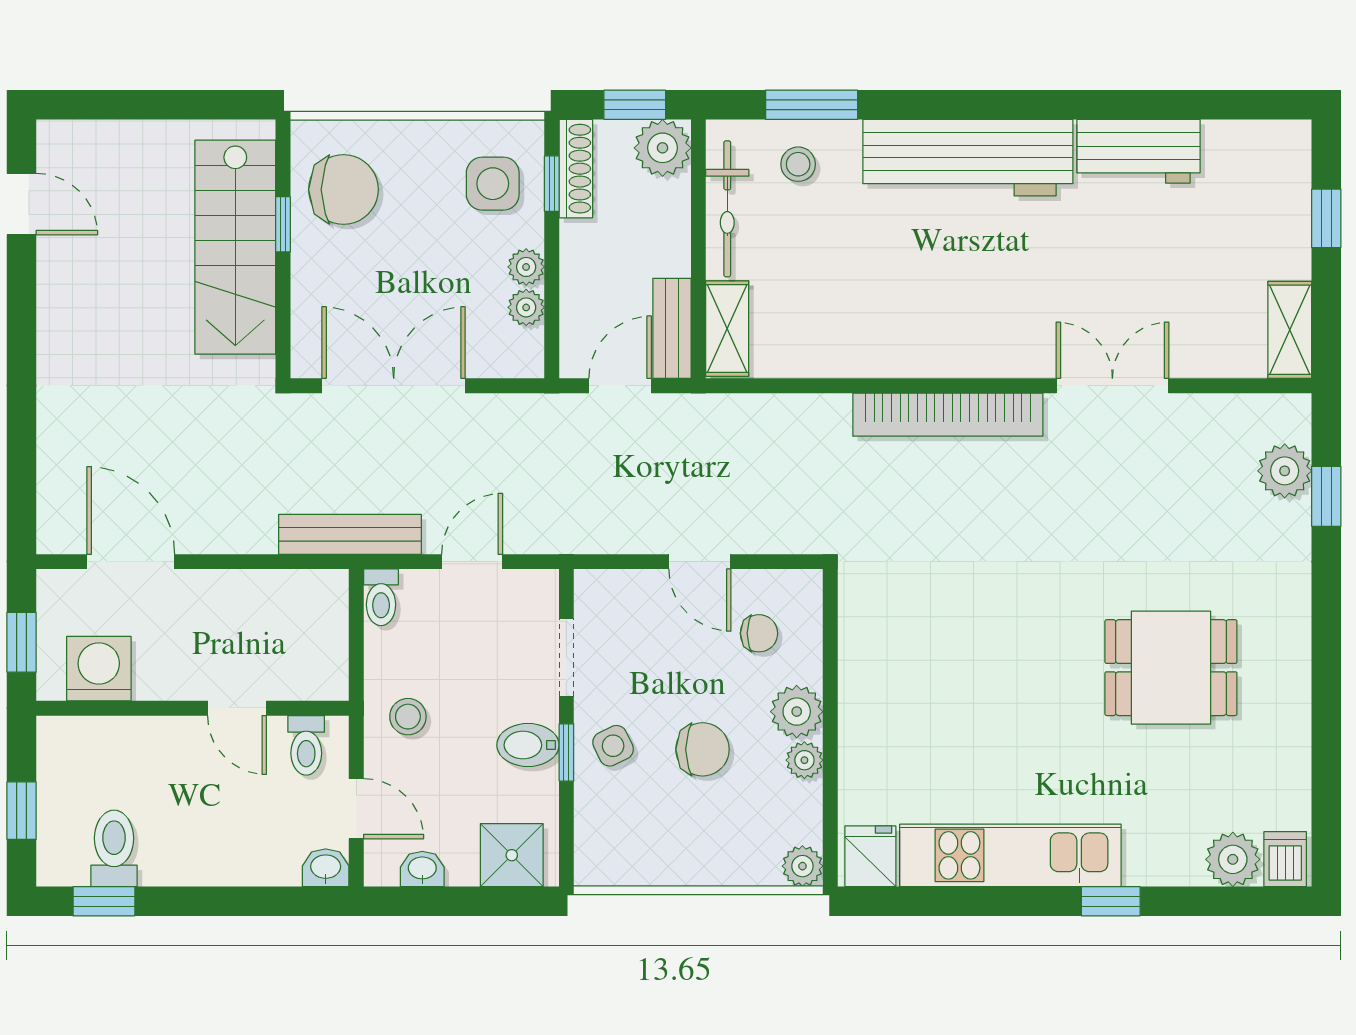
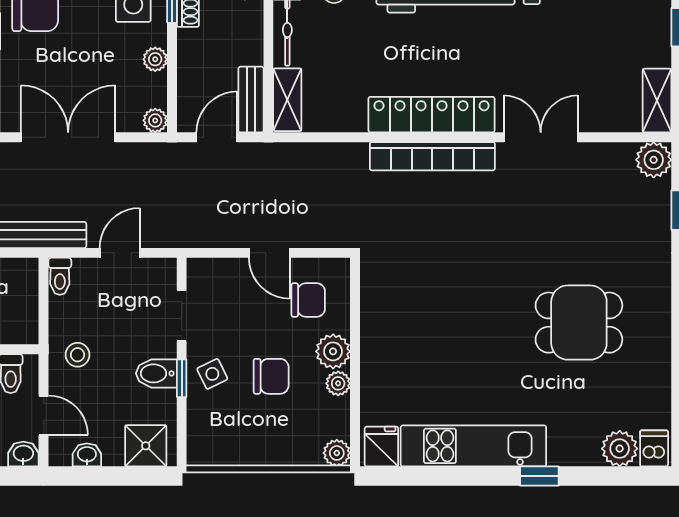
plant: (526, 307) -> (155, 120), moved
locker: (947, 351) -> (432, 115), added
plant: (1285, 471) -> (654, 160), moved
chair: (759, 633) -> (308, 300), width x1.37, depth x1.37

